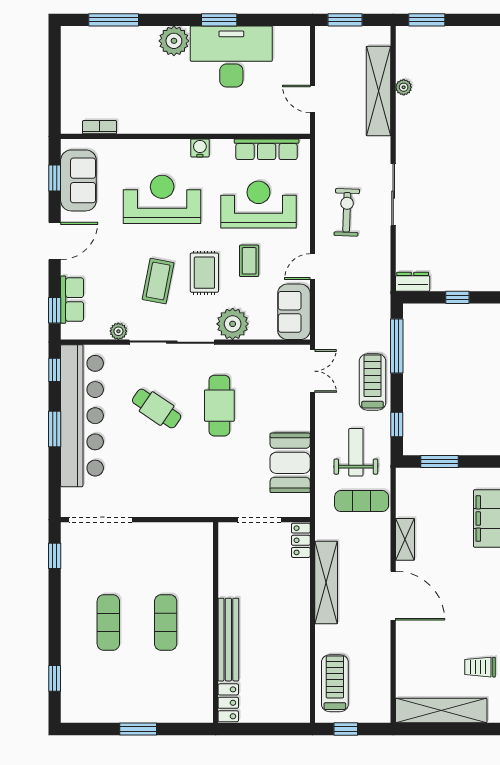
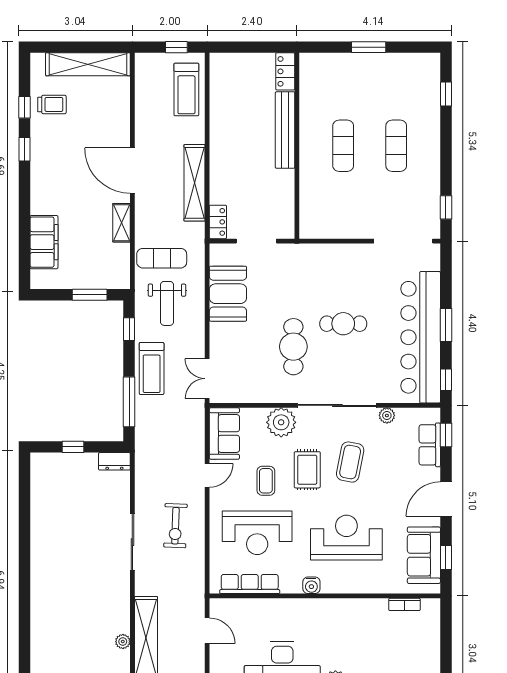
reception desk: (162, 199) -> (346, 538), turned 180
cafe table: (157, 409) -> (343, 324), moved, turned -34

